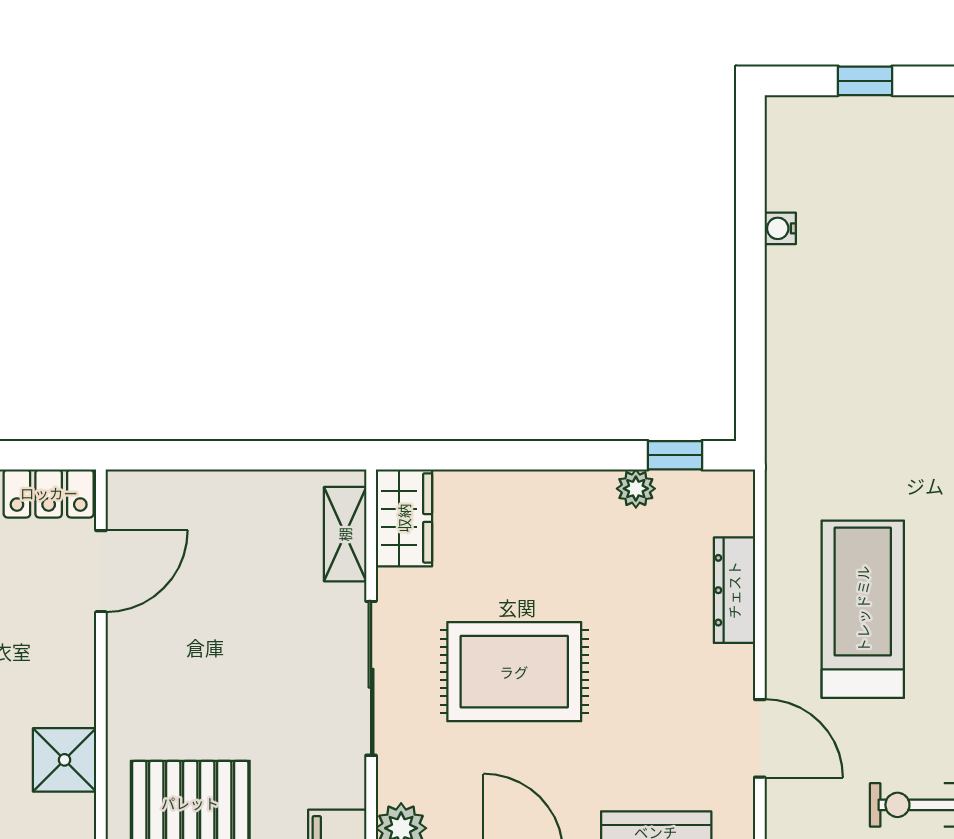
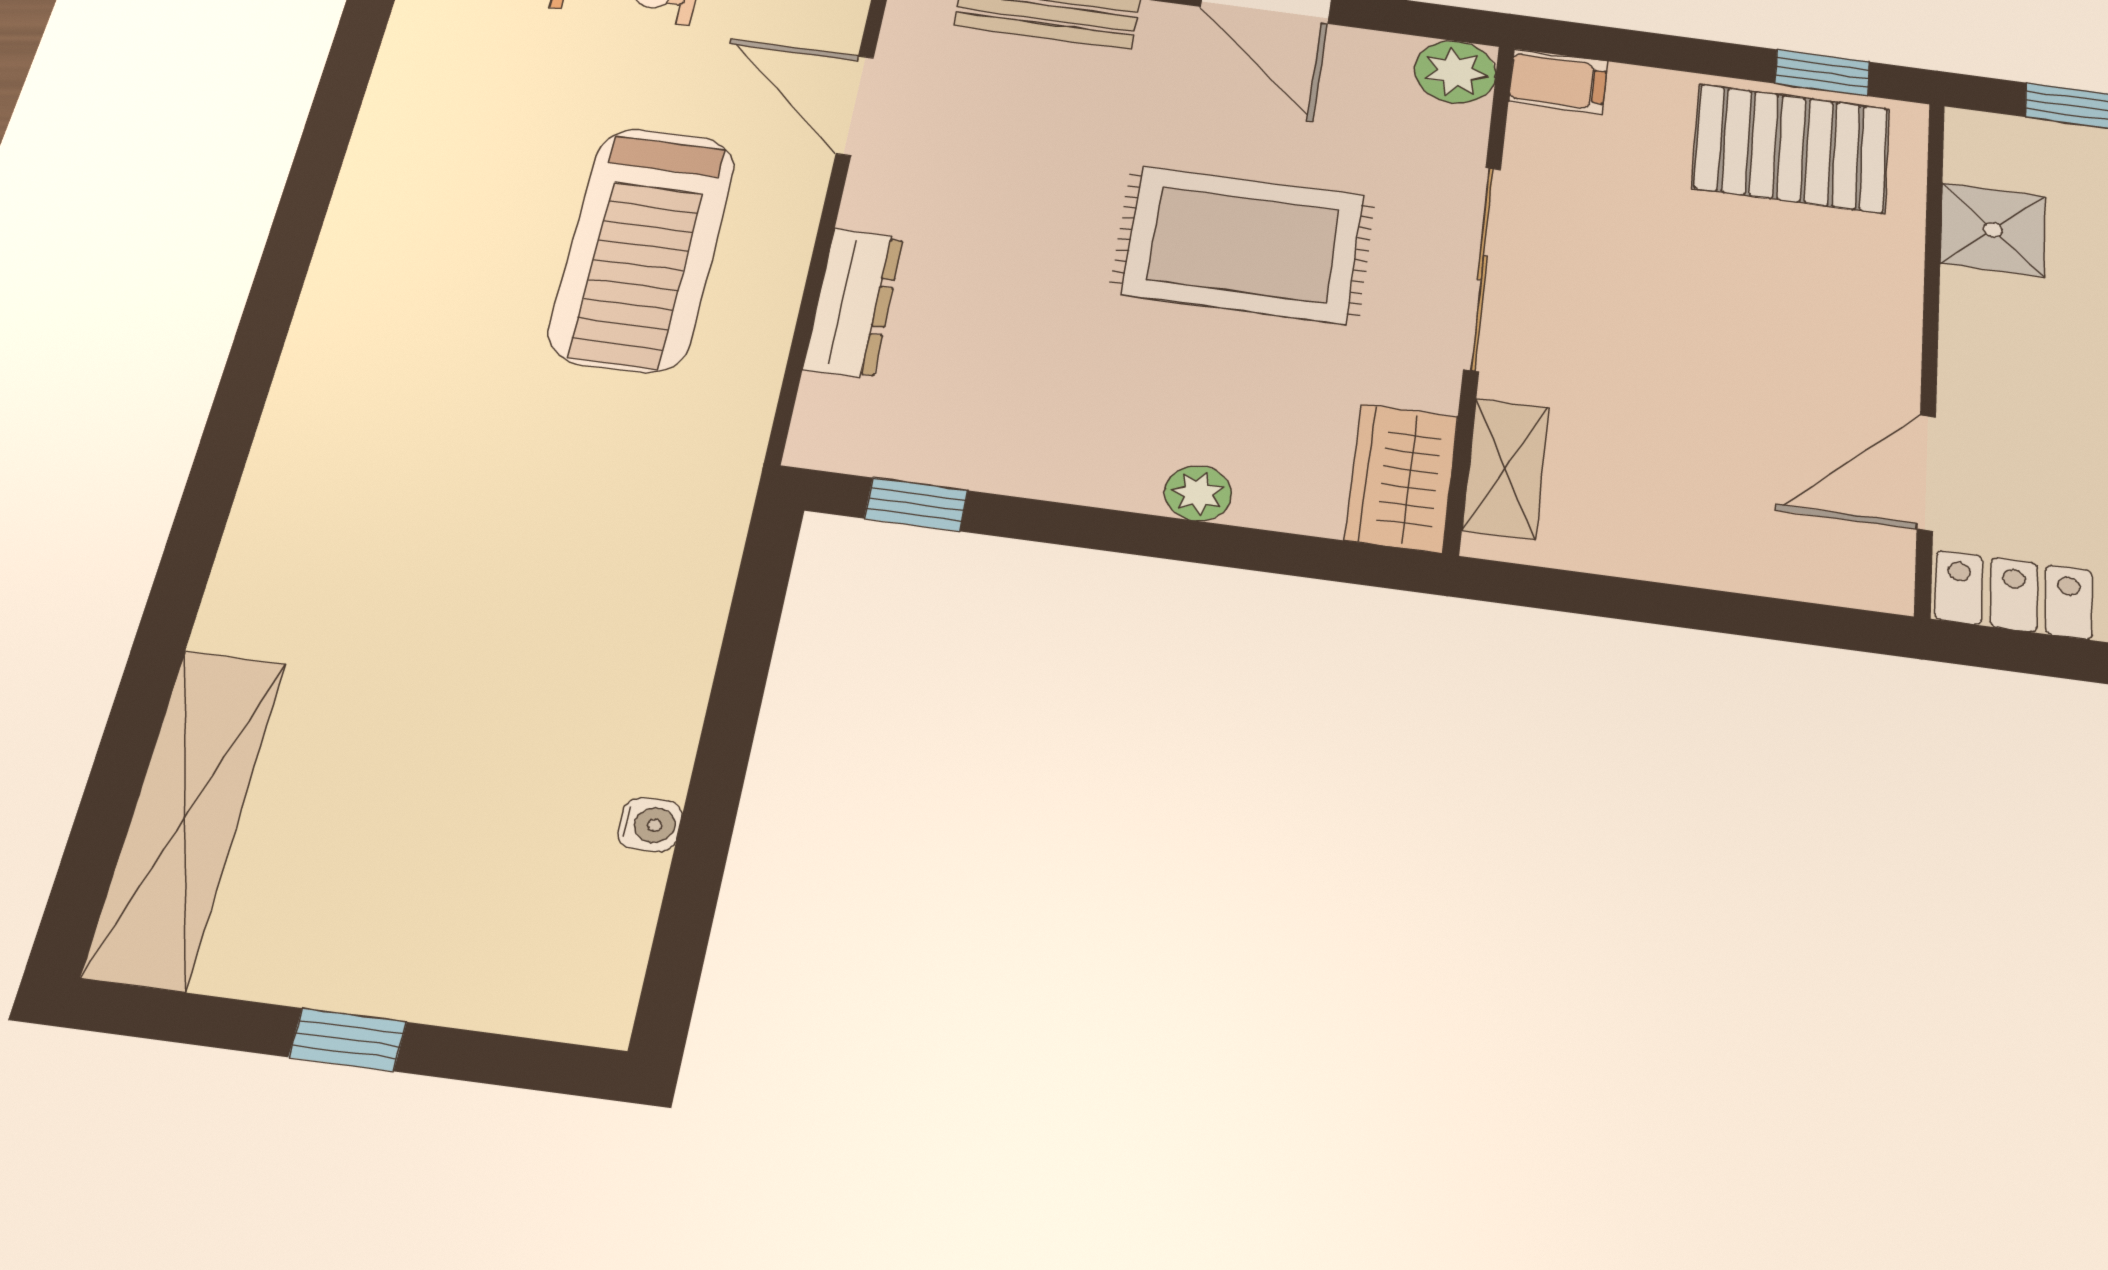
window: (865, 81) -> (348, 1040), moved
plant: (636, 489) -> (1198, 493), moved

